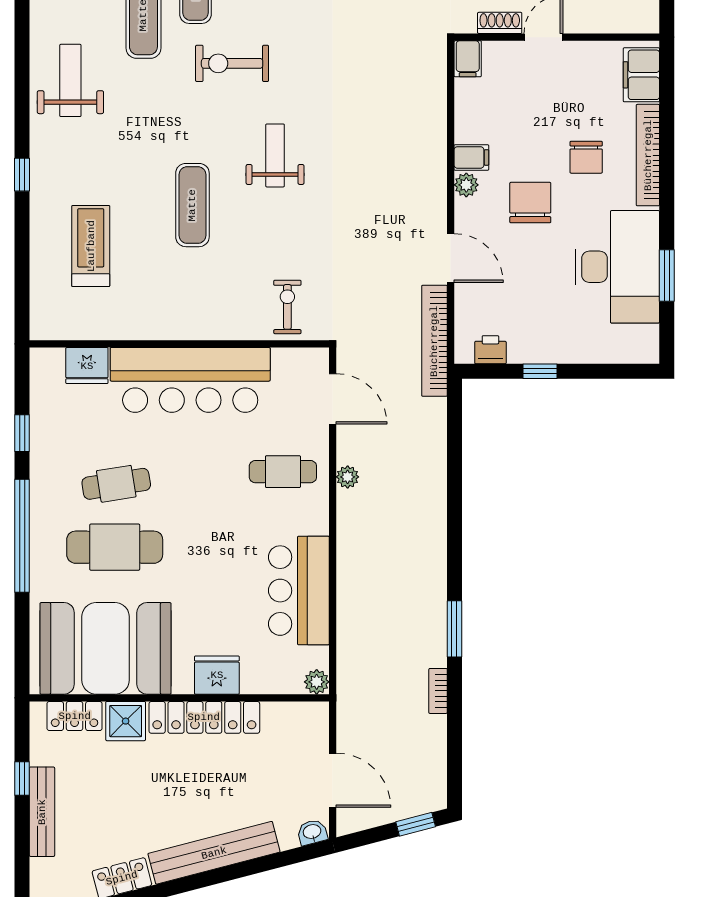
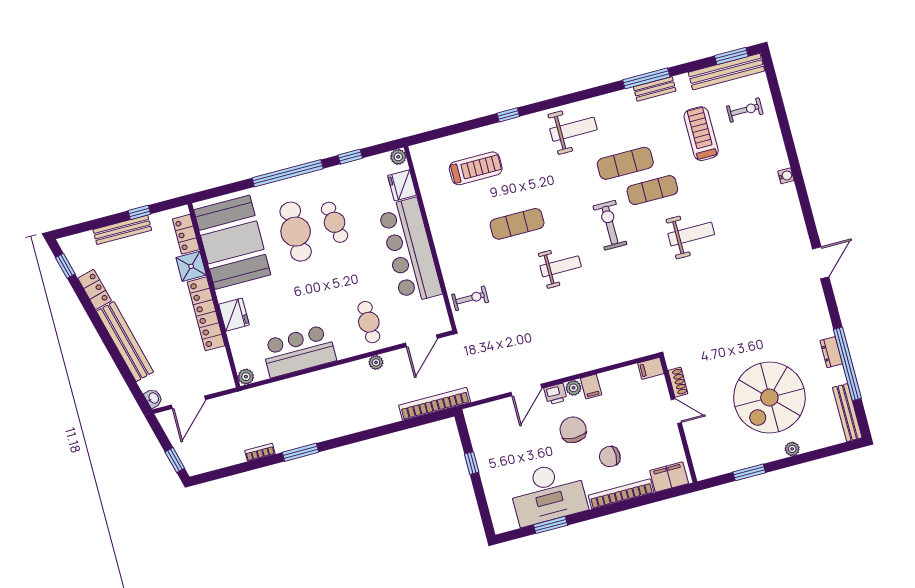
chair: (530, 203) -> (573, 430), turned -90
bookcase: (434, 341) -> (435, 404), moved
printer: (490, 350) -> (555, 394), moved, turned 90
plant: (42, 360) -> (398, 157), added

